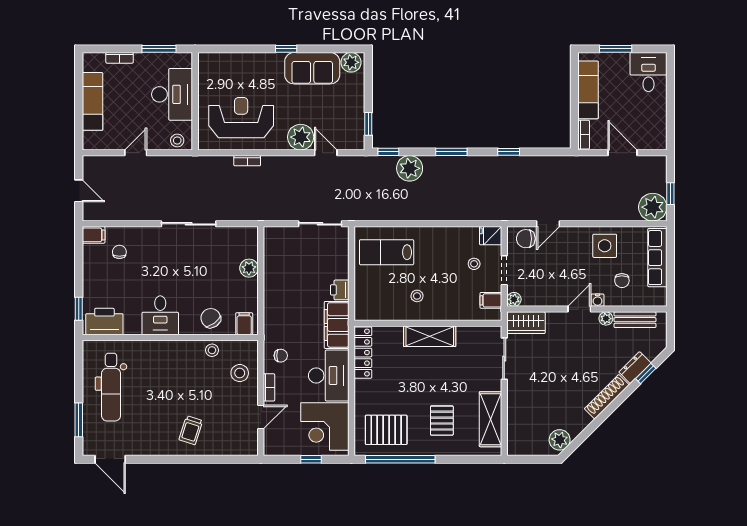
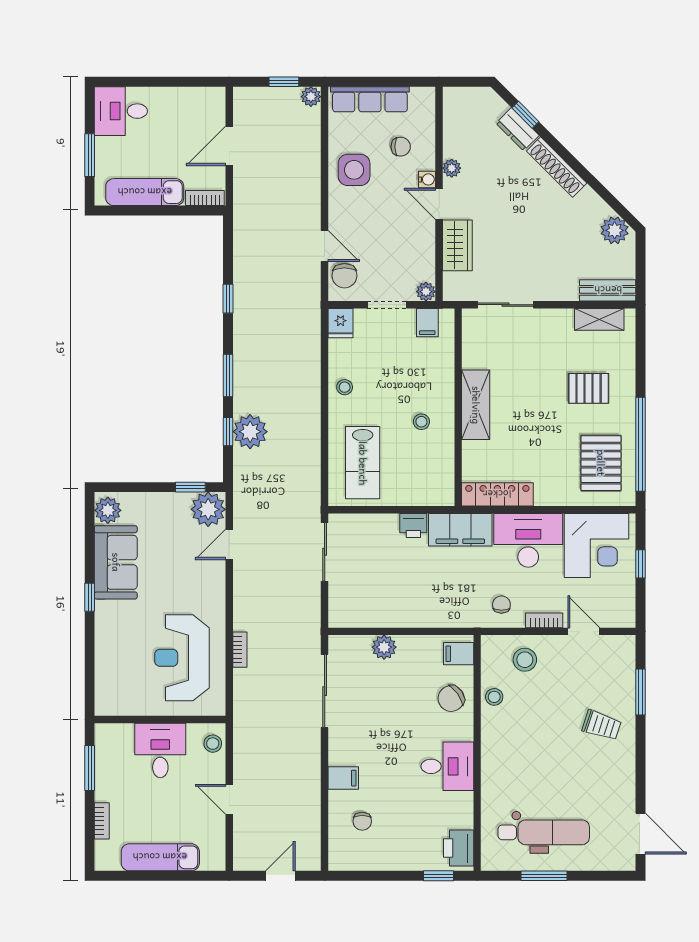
desk: (172, 94) -> (160, 750), width x0.73
plant: (301, 137) -> (208, 509), moved
window: (388, 152) -> (228, 432), moved
plant: (653, 207) -> (311, 97), width x0.53, depth x0.53
sliding door: (189, 224) -> (325, 691), moved
filing cabinet: (94, 235) -> (343, 778), moved, turned 90
chair: (119, 252) -> (362, 821), turned -90
stool: (474, 264) -> (345, 387), moved
bench: (635, 320) -> (608, 290), moved, turned 90
printer: (104, 322) -> (459, 848), width x0.73, depth x0.84
wardrobe: (526, 323) -> (457, 245), moved
shelving: (491, 419) -> (599, 319), width x0.67, depth x0.75
window: (79, 420) -> (544, 876), moved
door: (110, 459) -> (640, 834), hinge flipped
window: (216, 459) -> (640, 692), added

